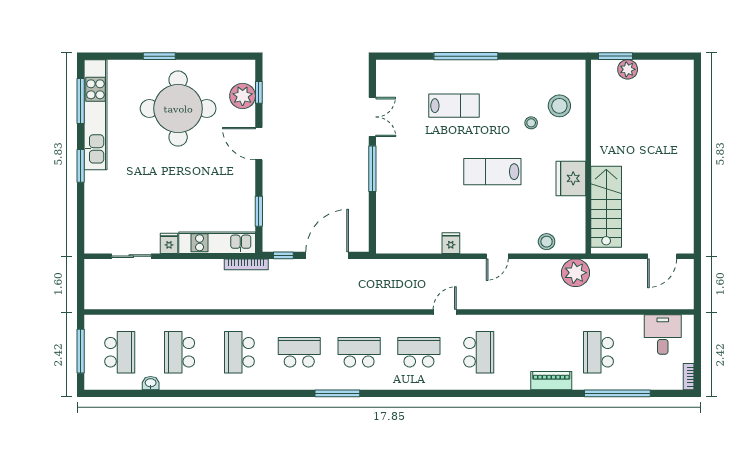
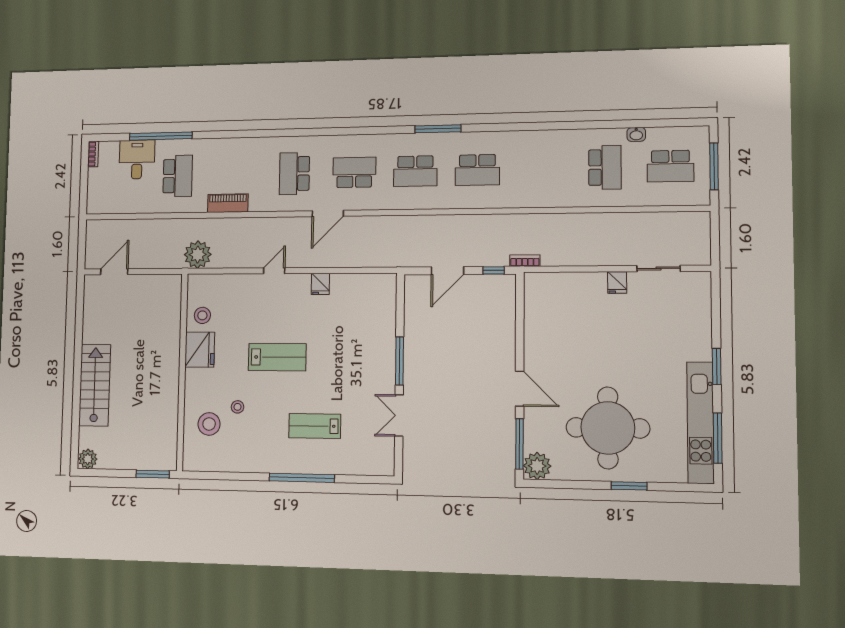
plant: (628, 69) -> (88, 459), moved
window: (259, 92) -> (519, 444), width x2.17
plant: (243, 96) -> (537, 466), moved
stairs: (606, 207) -> (95, 385), moved, turned 180
window: (259, 211) -> (520, 317), removed
stool: (547, 242) -> (202, 315), moved
kitchen unit: (217, 243) -> (565, 283), removed
door: (327, 255) -> (447, 271), width x0.73
bookcase: (246, 264) -> (525, 261), width x0.64
door: (445, 312) -> (328, 214), width x1.38
desk: (663, 335) -> (137, 159), moved, turned 180
school desk: (120, 352) -> (670, 166), turned -90
school desk: (239, 352) -> (541, 169), removed
school desk: (419, 352) -> (354, 172), turned 180
piano: (551, 381) -> (228, 203), moved, turned 180

